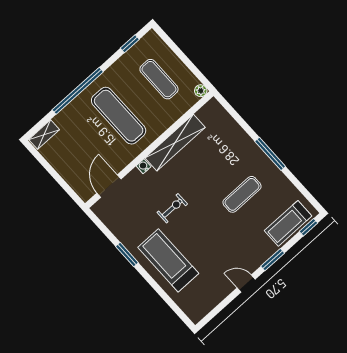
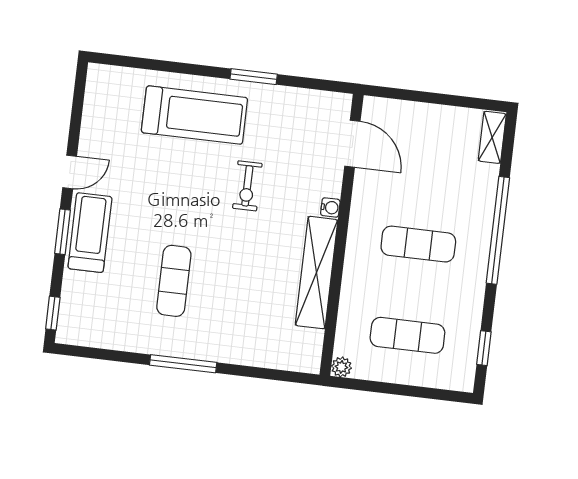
exercise mat: (119, 116) -> (418, 244), width x0.73, depth x0.69
treadmill: (288, 223) -> (90, 233), moved

